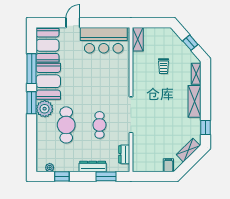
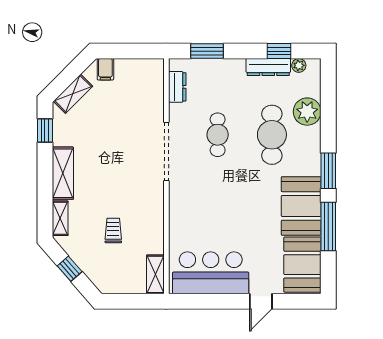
plant: (45, 109) -> (307, 112), moved
dresser: (93, 166) -> (268, 67), moved

